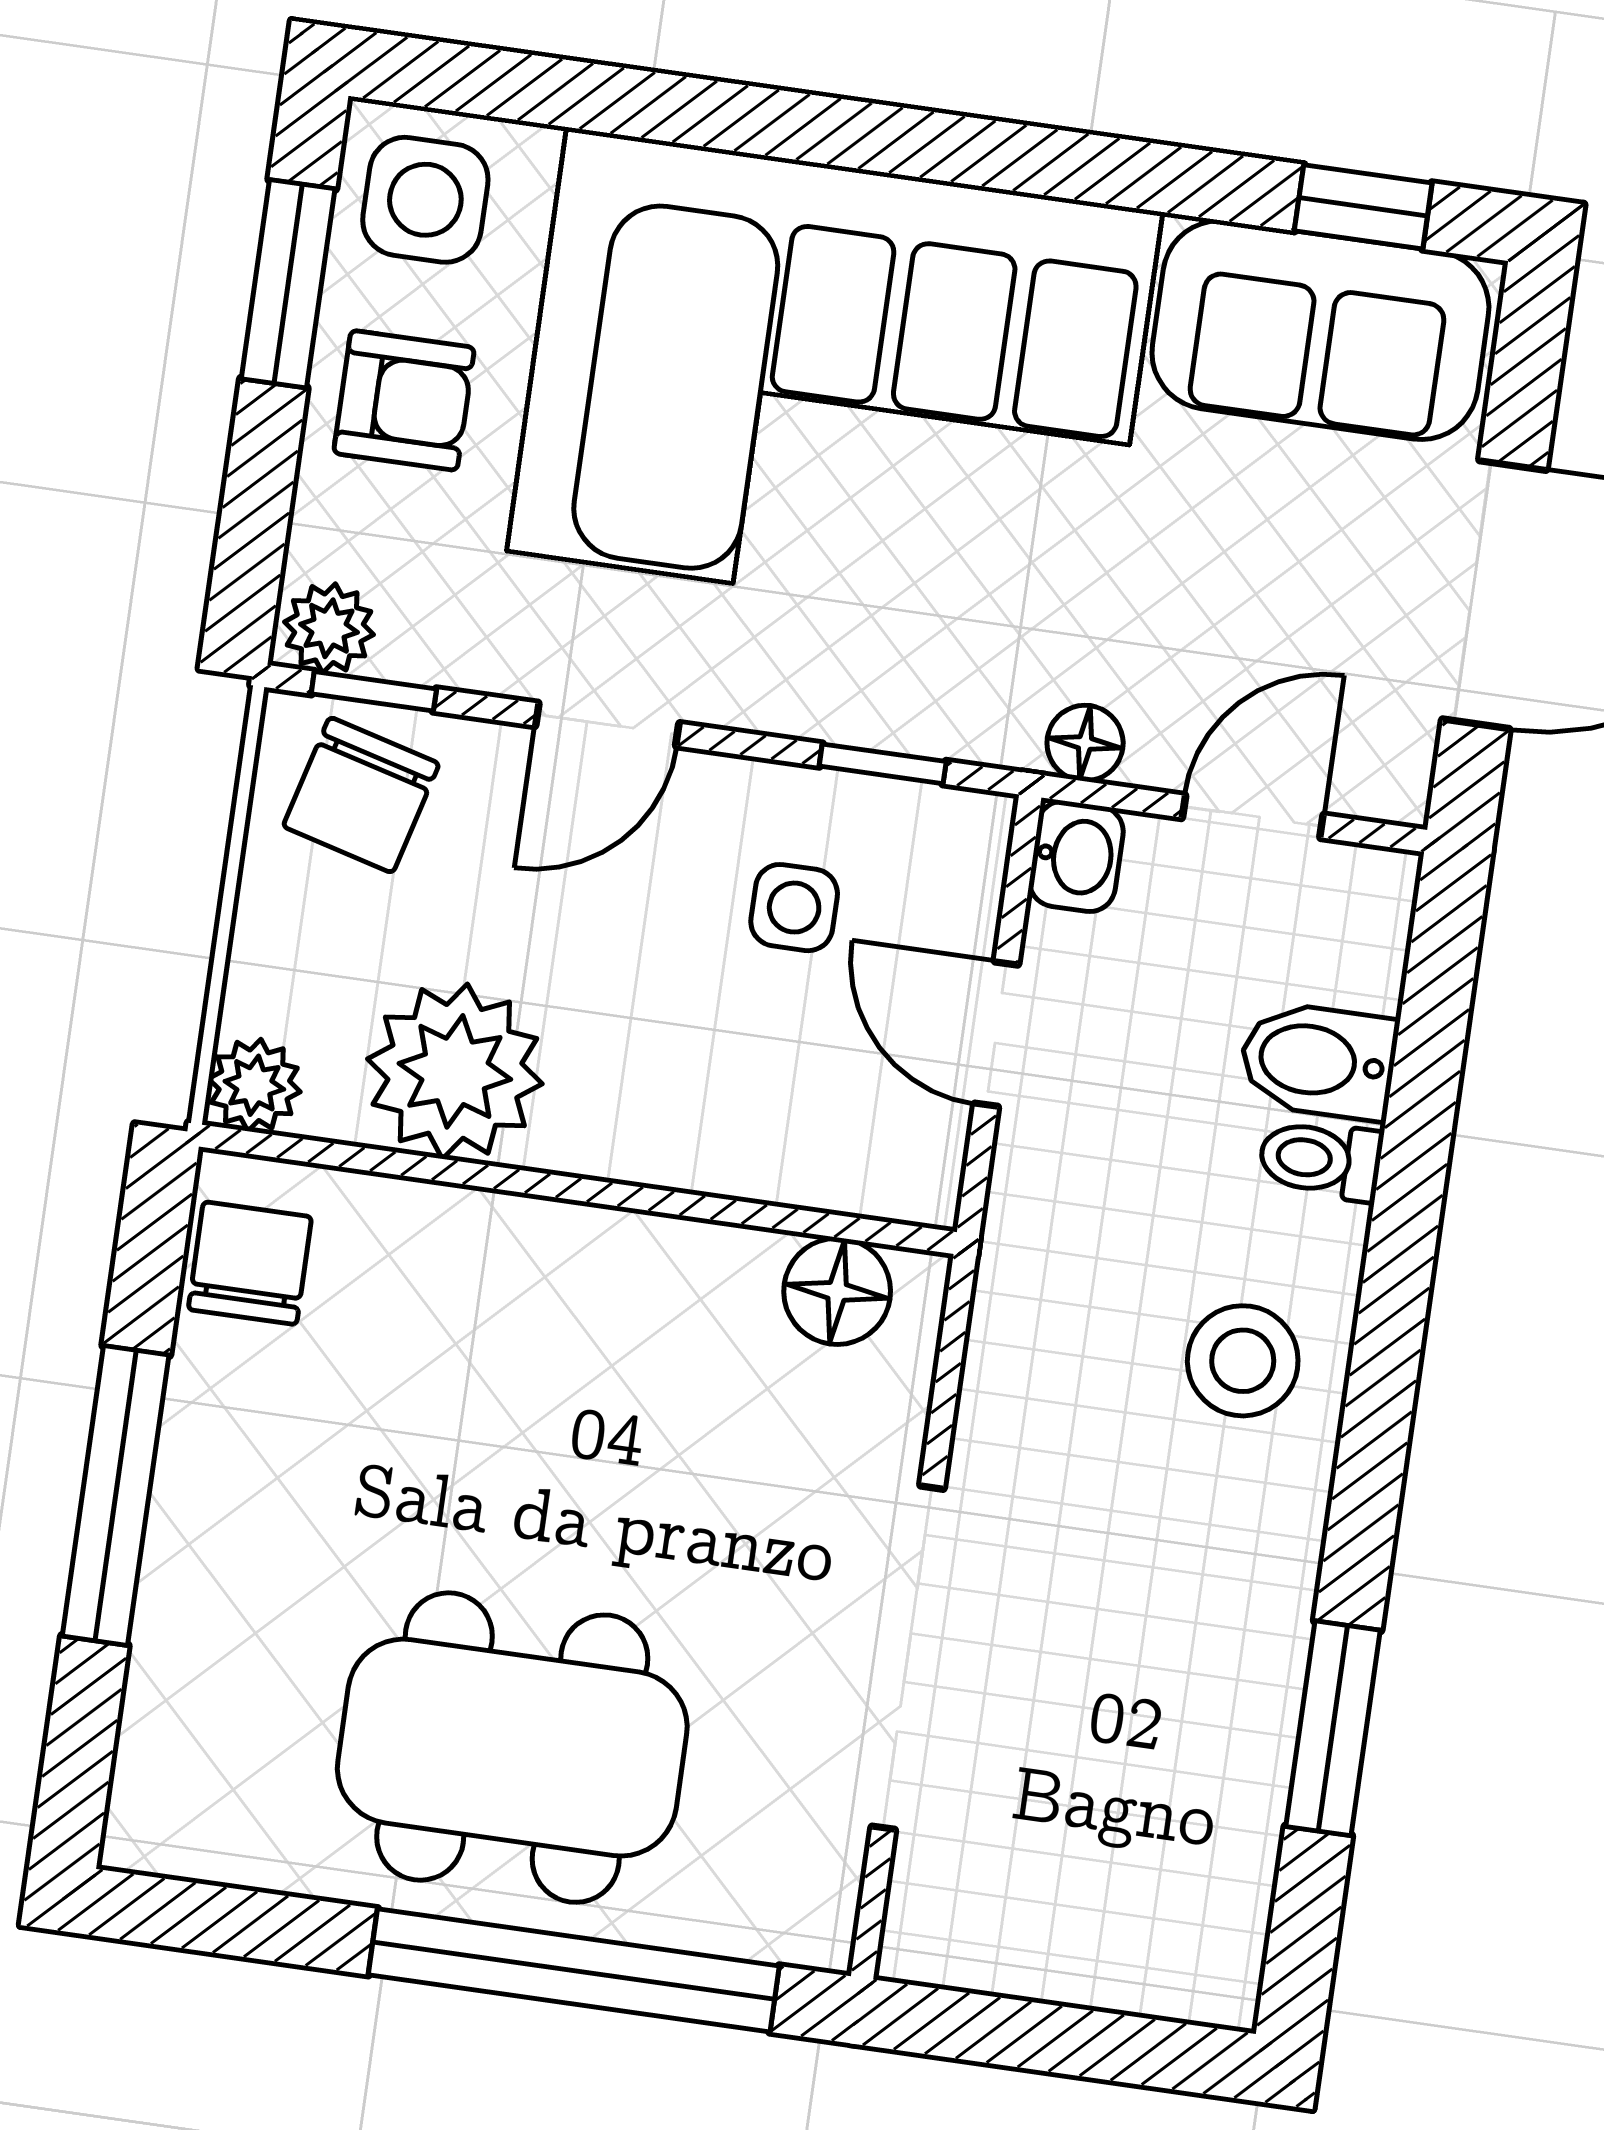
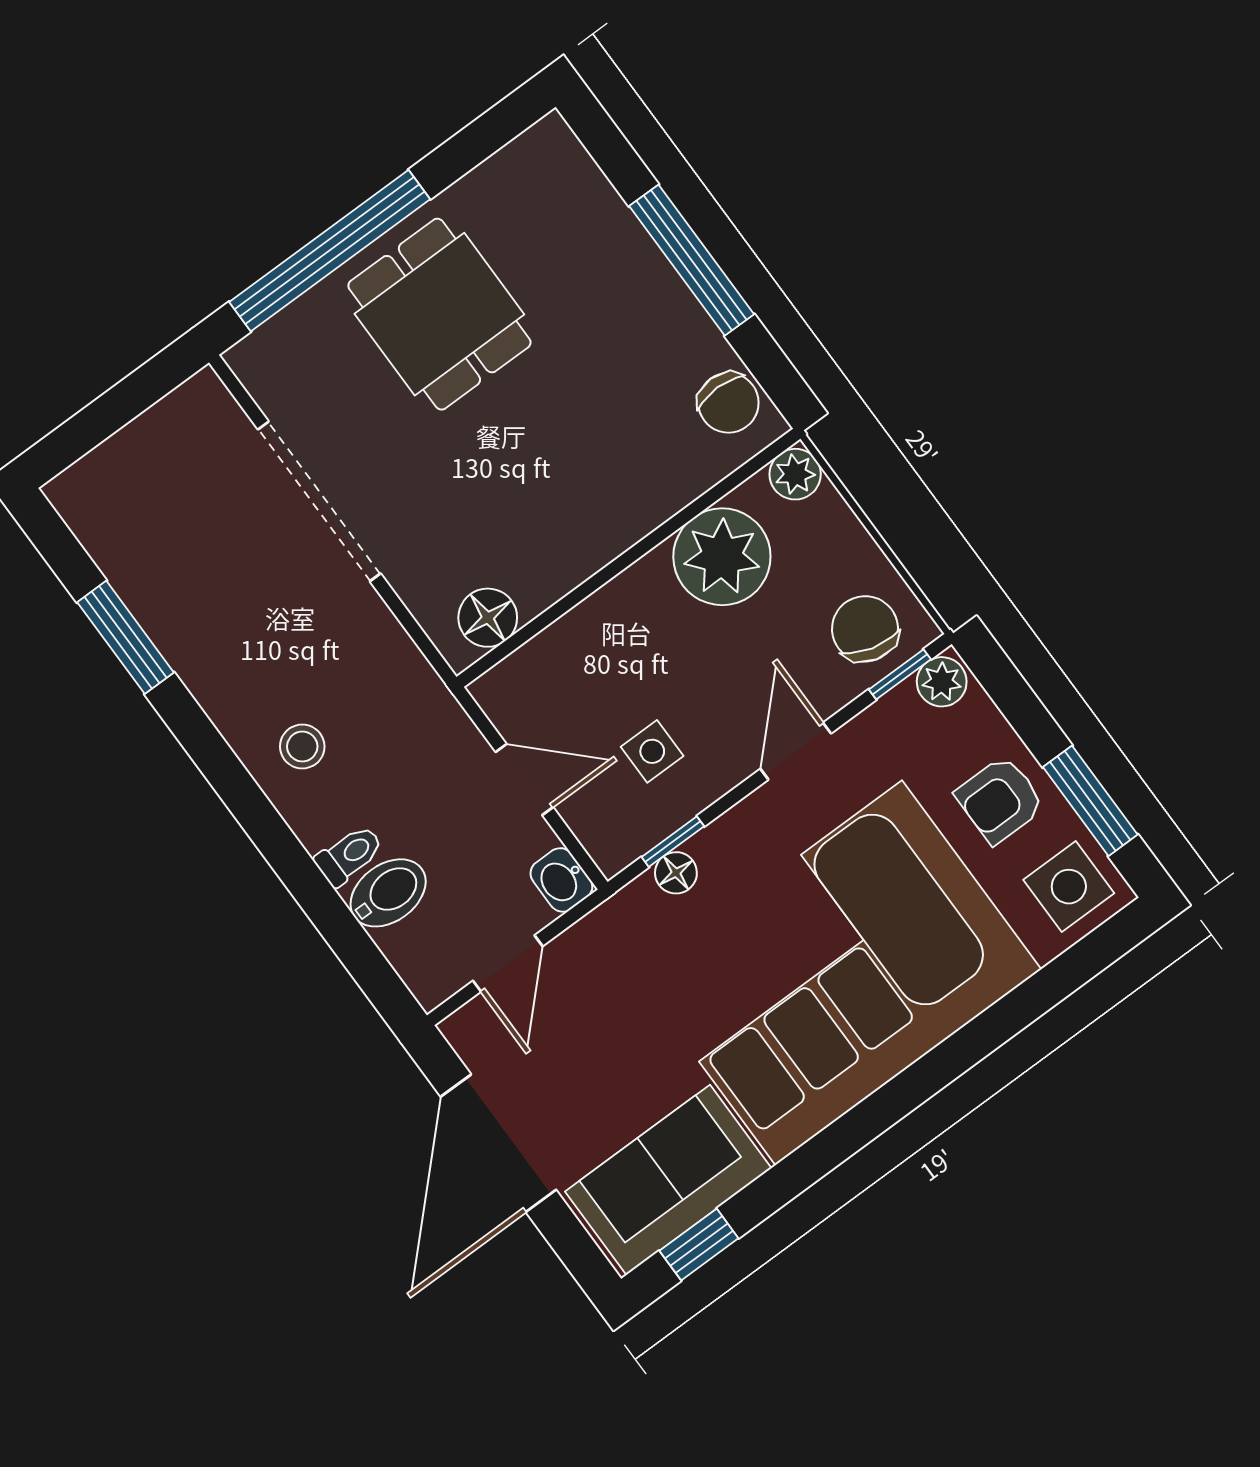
floor lamp: (1085, 743) -> (676, 873), moved
stool: (1243, 1361) -> (302, 746), width x0.73, depth x0.73
dining table: (512, 1748) -> (439, 314), width x0.73

